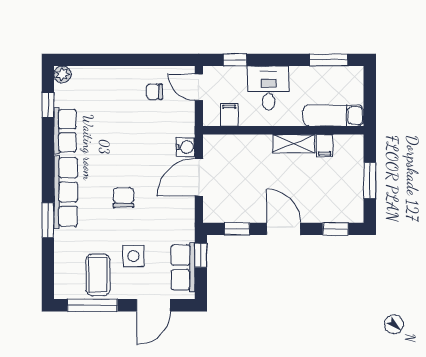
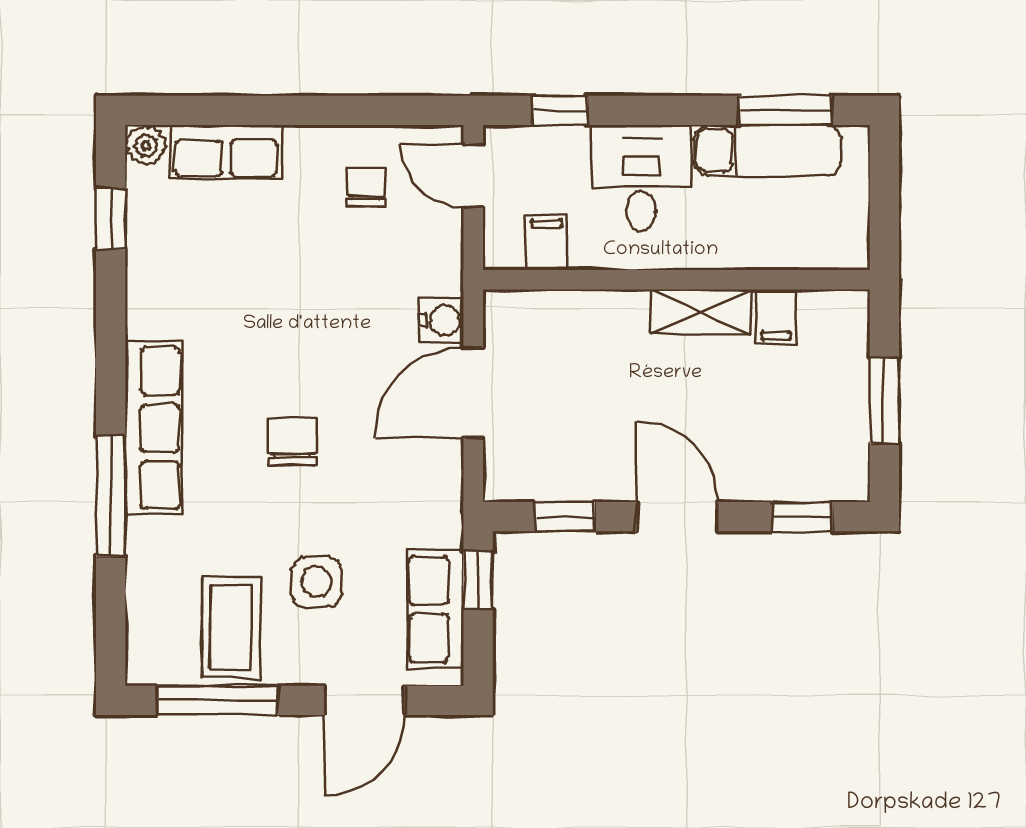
chair: (154, 92) -> (366, 187), turned 91
exam couch: (333, 116) -> (767, 151), moved, turned 180
row of seats: (65, 131) -> (226, 152), moved, turned 90
window: (48, 220) -> (111, 496), width x1.44

